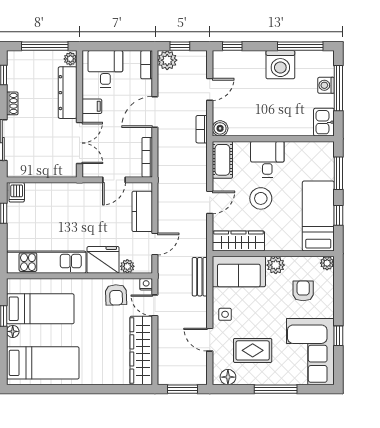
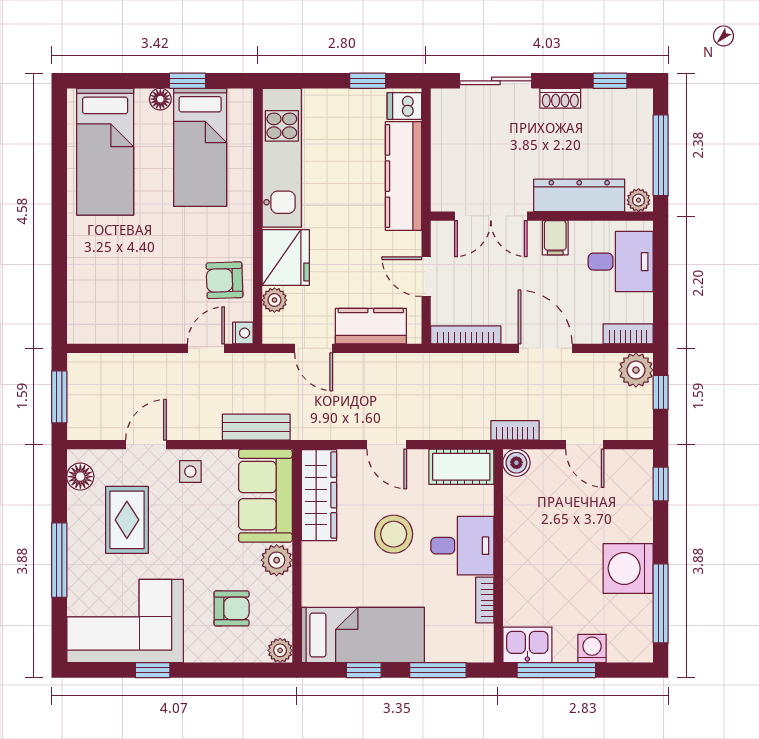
window: (338, 88) -> (556, 670), moved
bookcase: (298, 147) -> (485, 600), added
kitchen counter: (57, 193) -> (403, 176), added
wardrobe: (141, 350) -> (127, 324), removed

